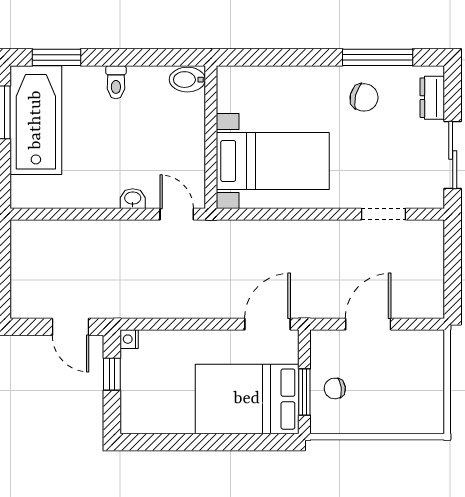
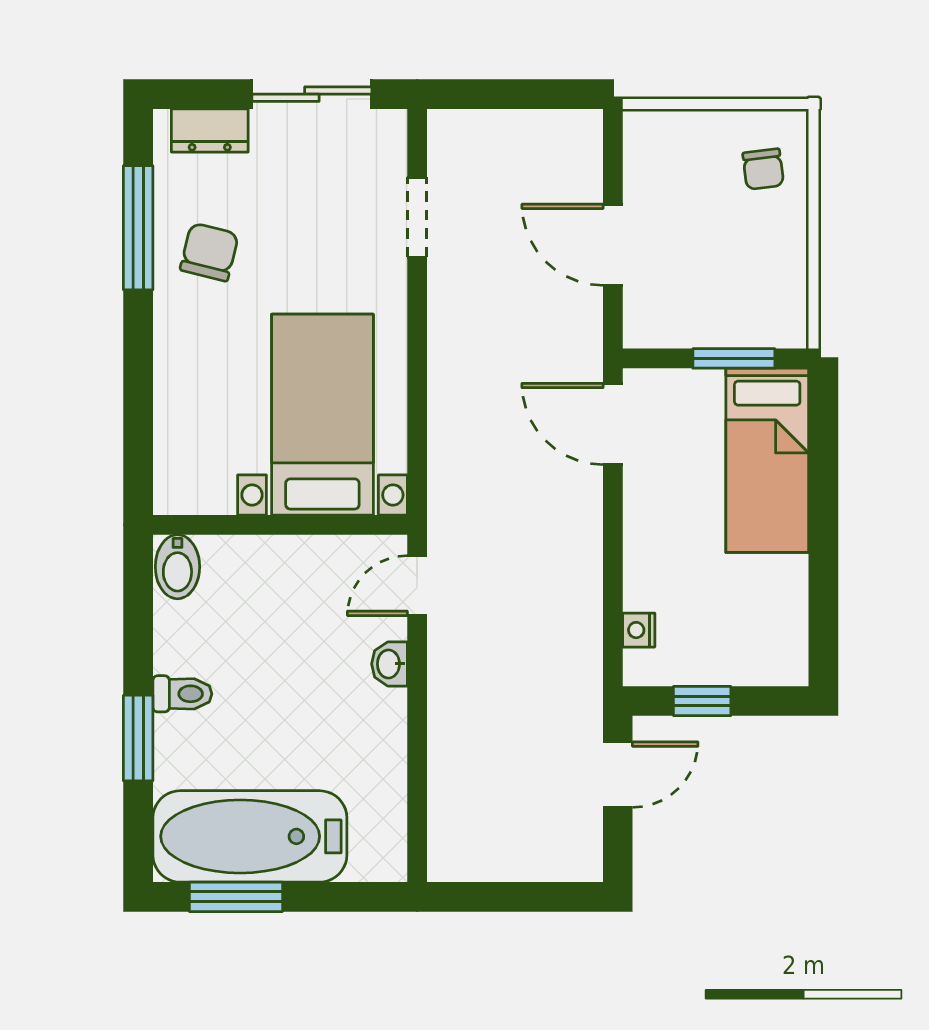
window: (57, 57) -> (138, 738), moved
nightstand: (129, 339) -> (639, 630), moved, turned 90
chair: (335, 388) -> (763, 169), moved
bed: (247, 399) -> (767, 460), width x0.67

